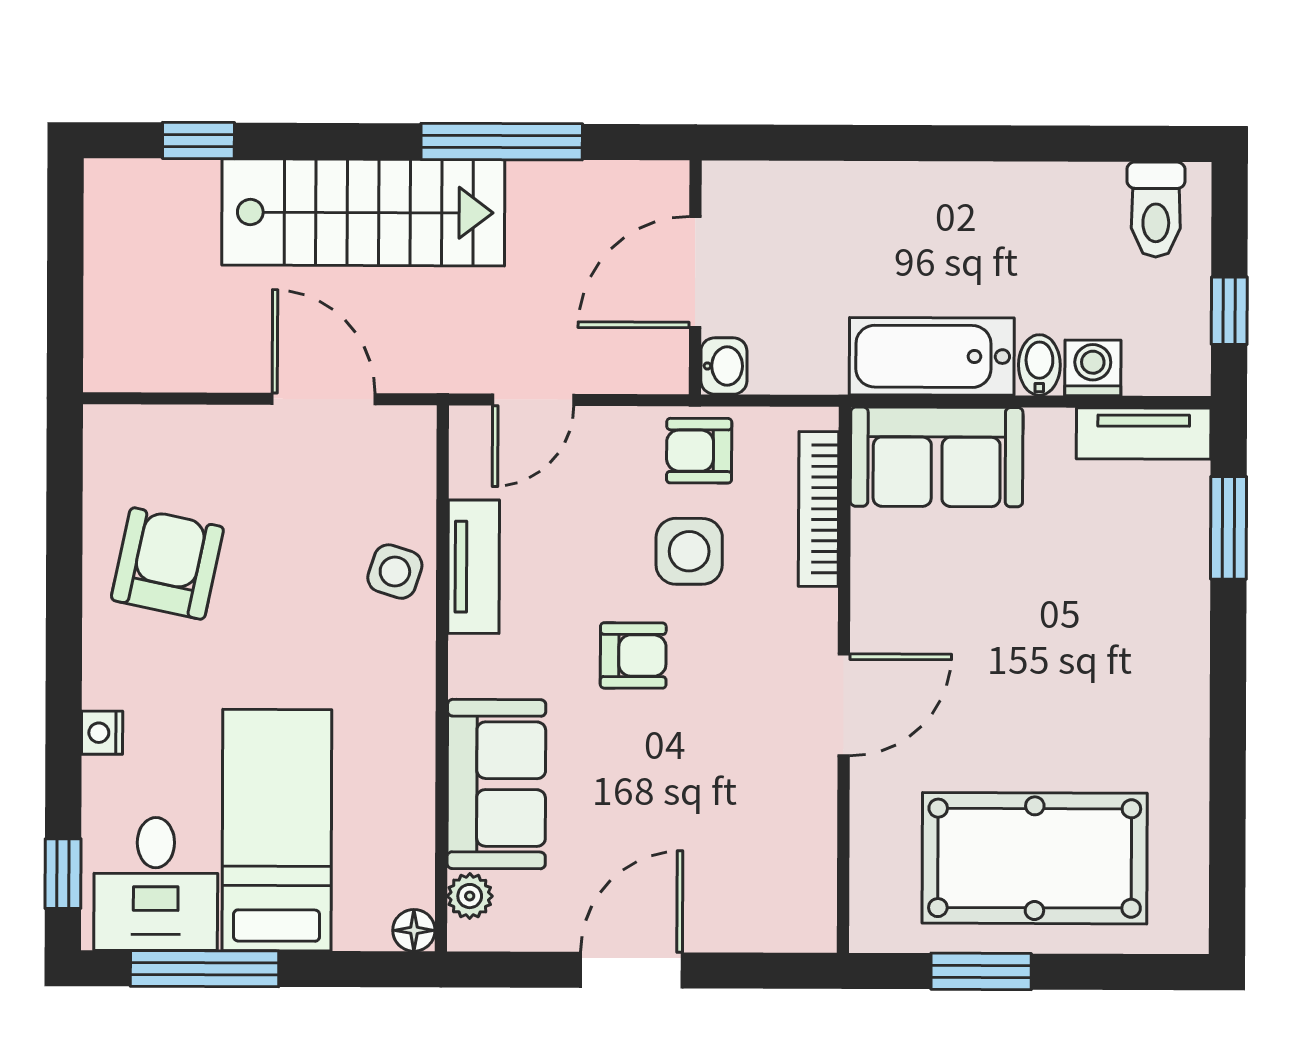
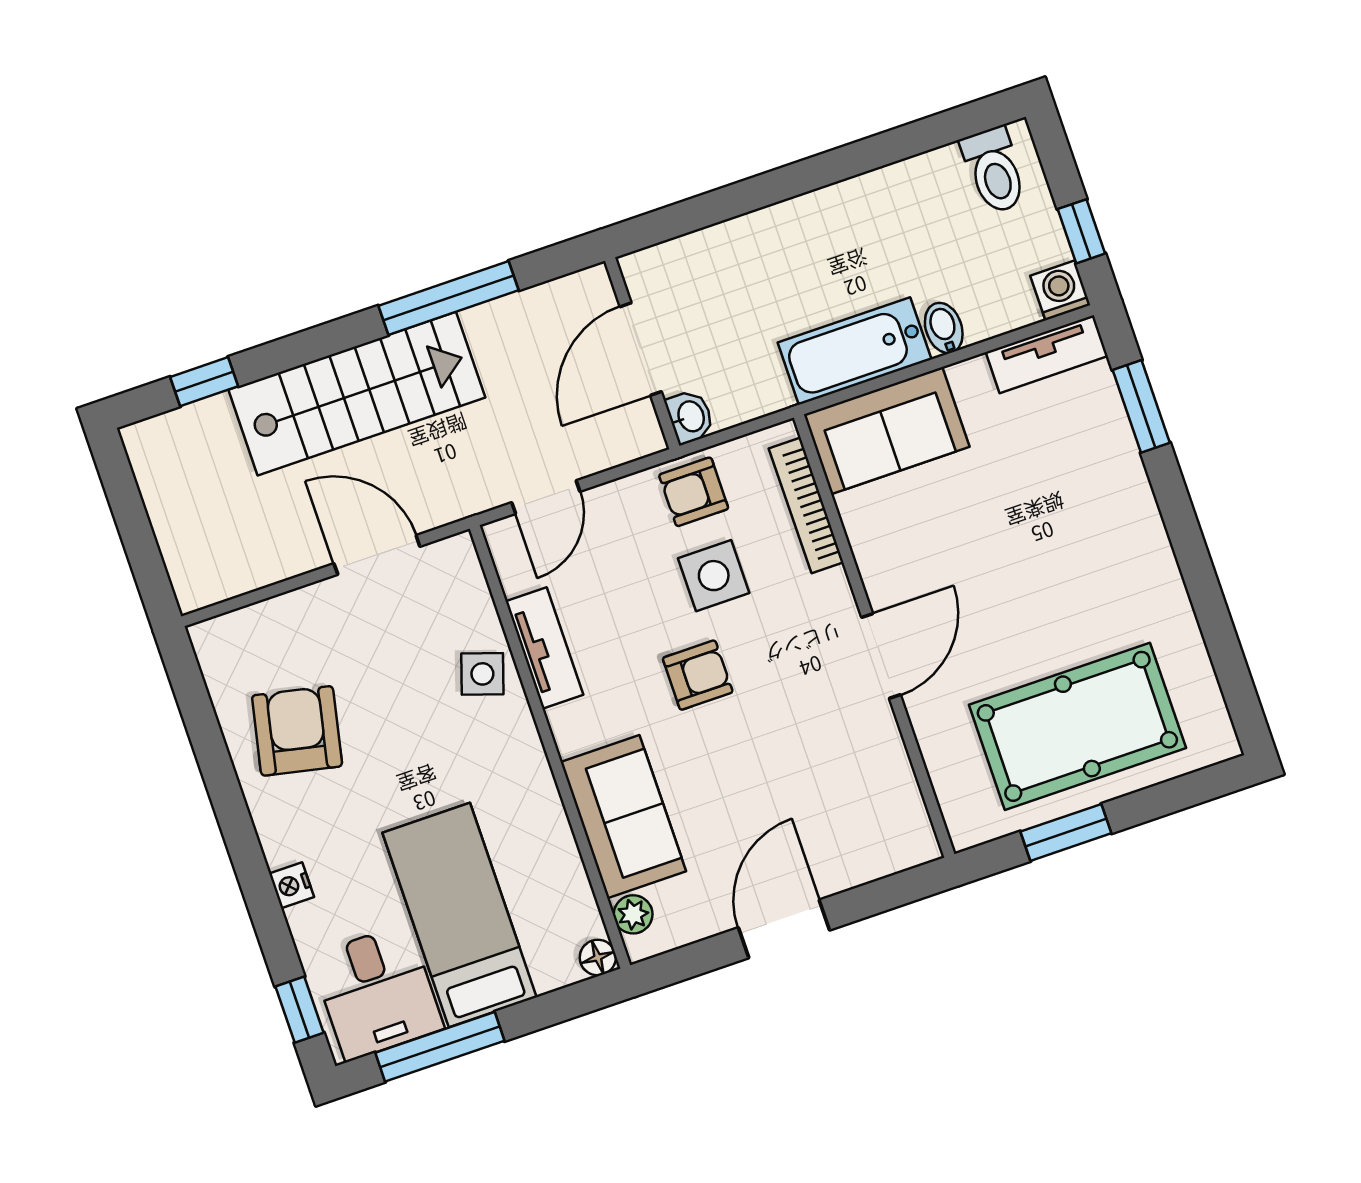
washing machine: (1093, 368) -> (1060, 290), moved

